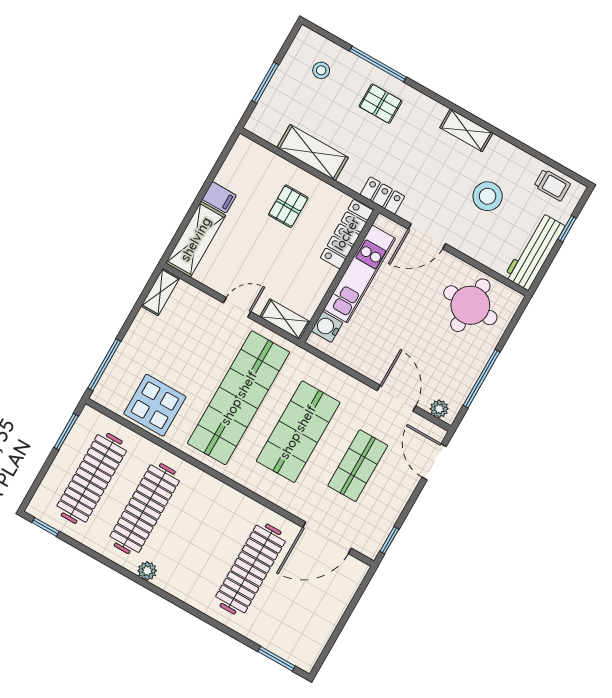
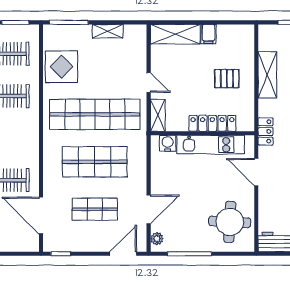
locker: (347, 234) -> (212, 123), moved
shelving: (160, 292) -> (108, 31), moved

